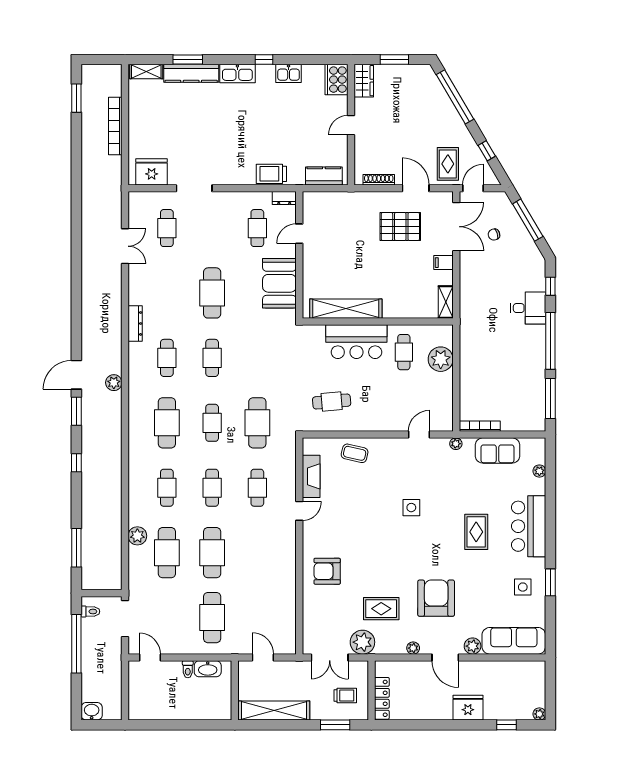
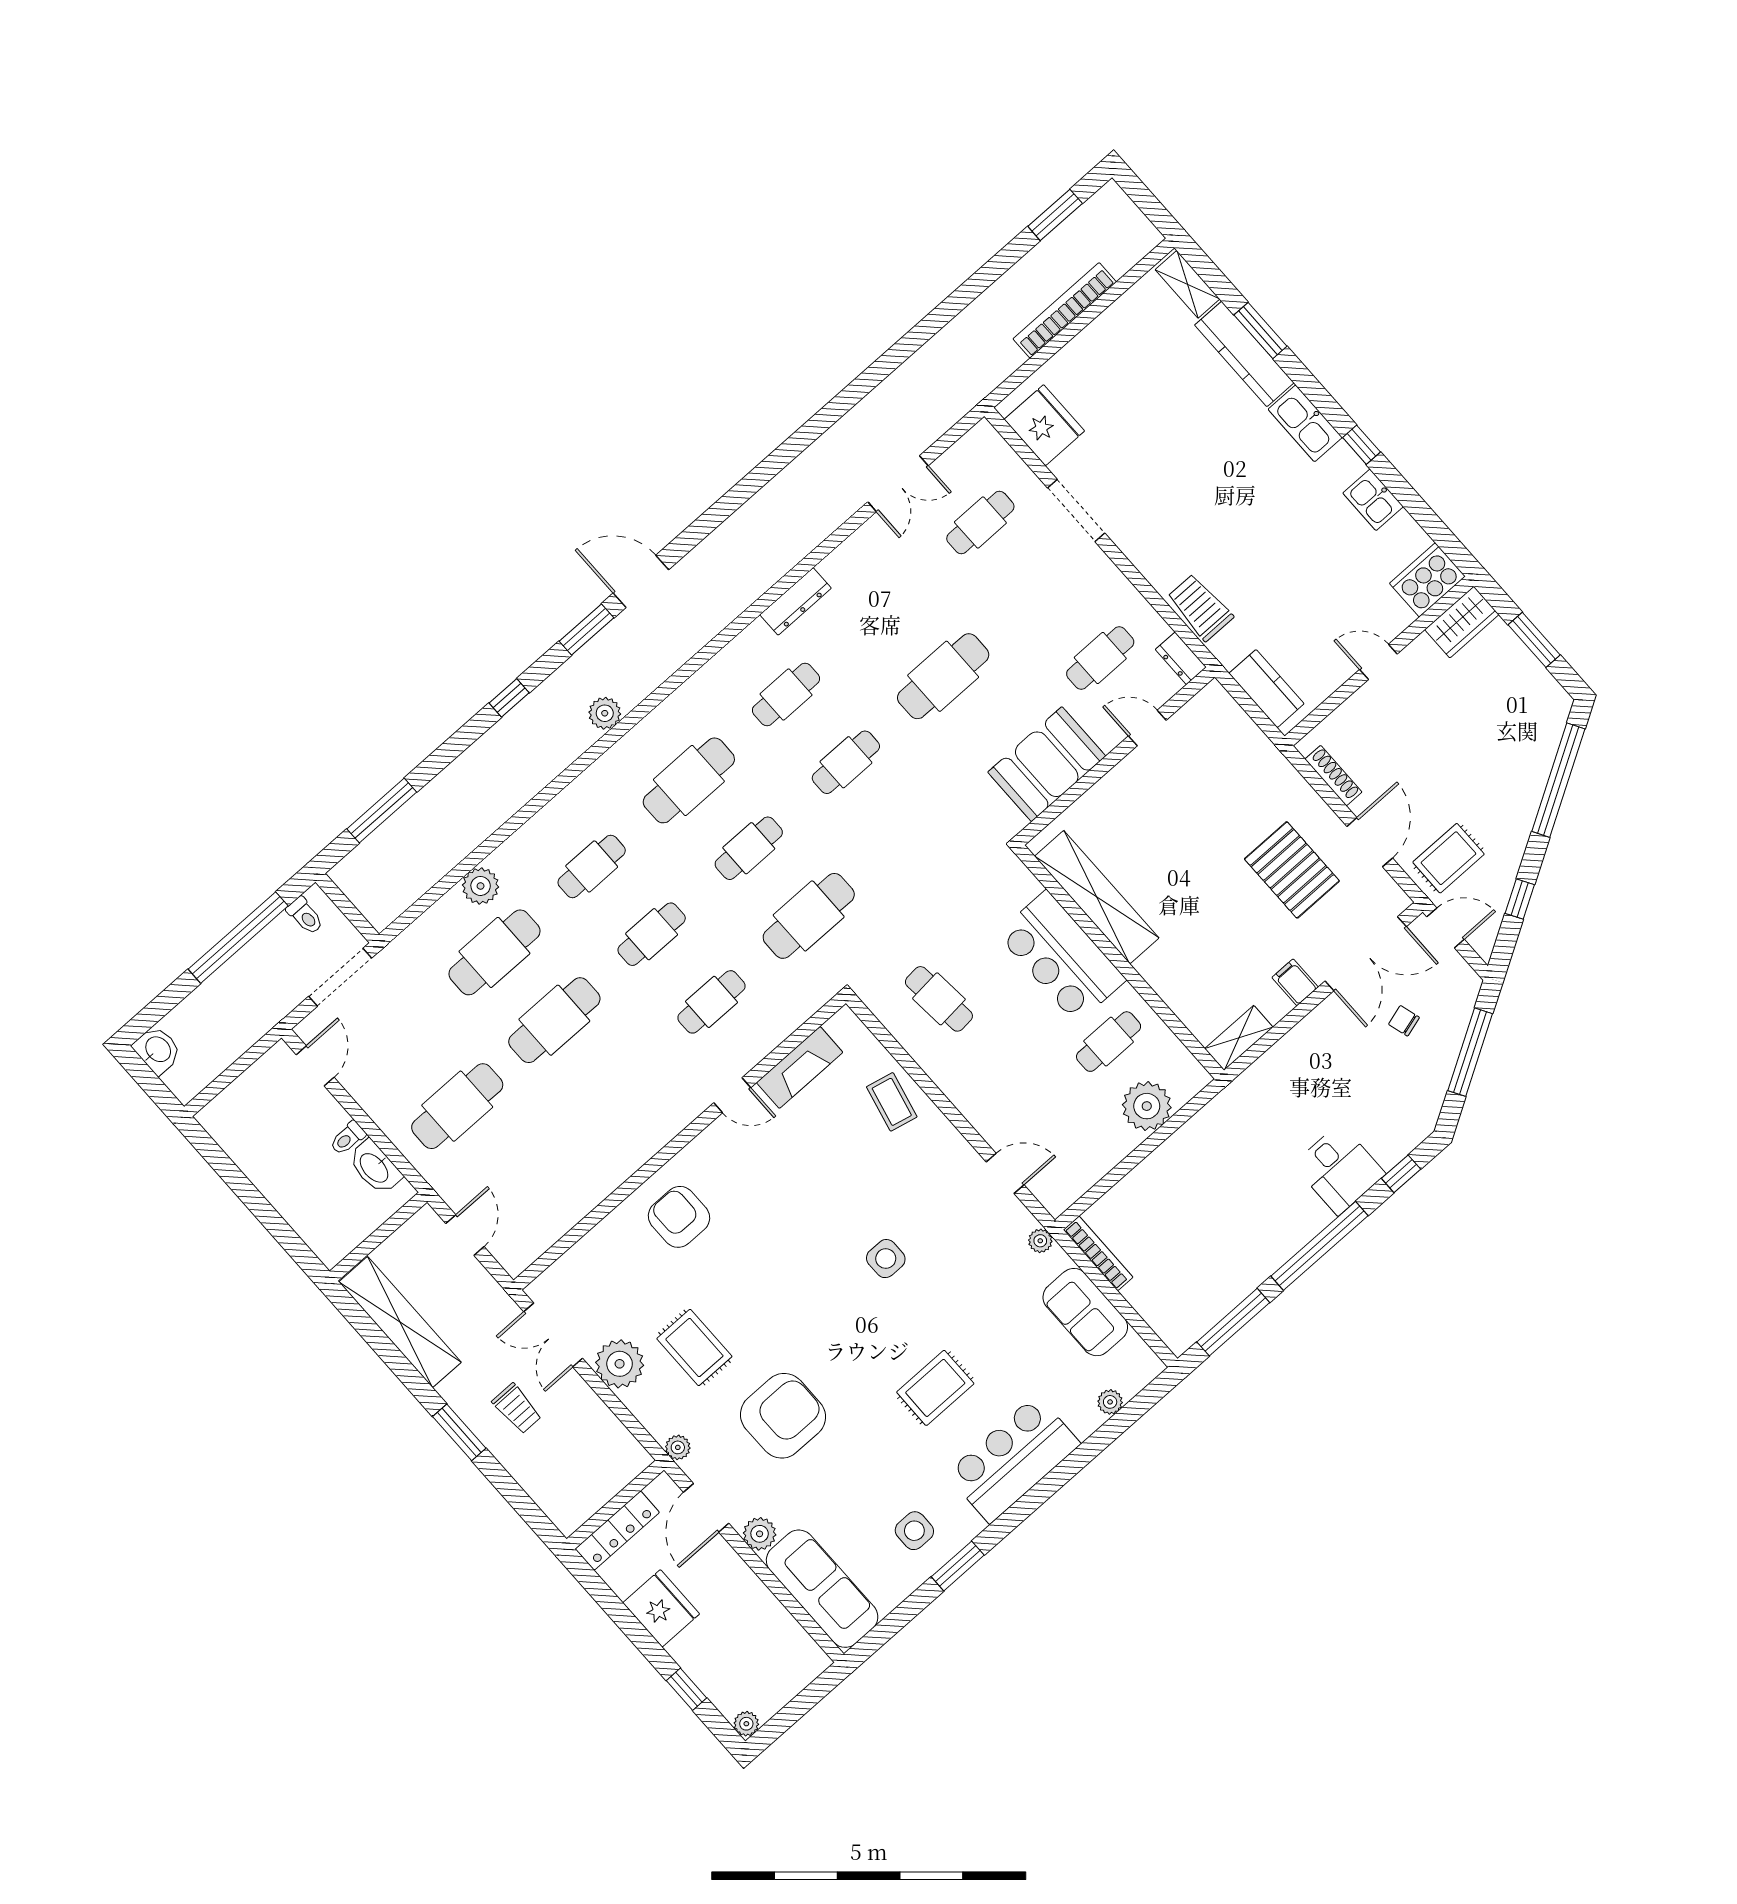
plant: (114, 383) -> (605, 713), moved
wall: (371, 690) -> (615, 1505), moved
locker: (382, 698) -> (617, 1531), moved

